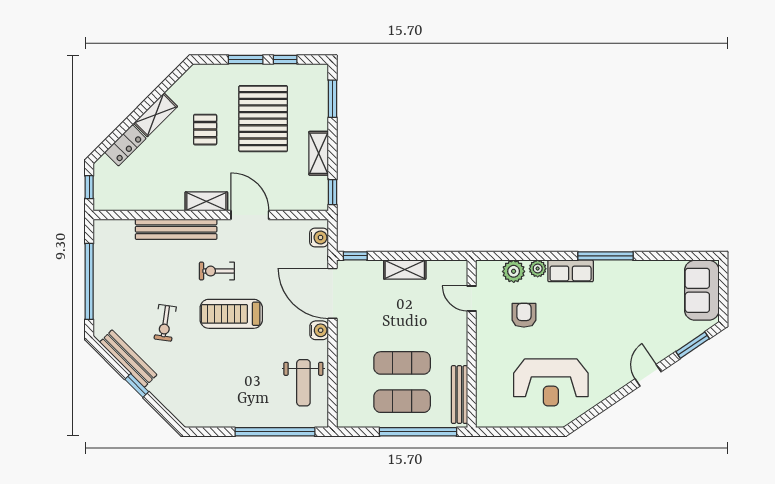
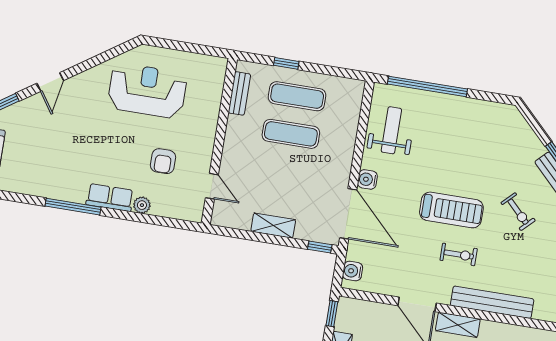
plant: (514, 271) -> (166, 206), removed
exercise bike: (165, 323) -> (518, 212), turned 127
bench: (459, 395) -> (239, 93), width x0.73
window: (418, 432) -> (286, 63), width x0.32

